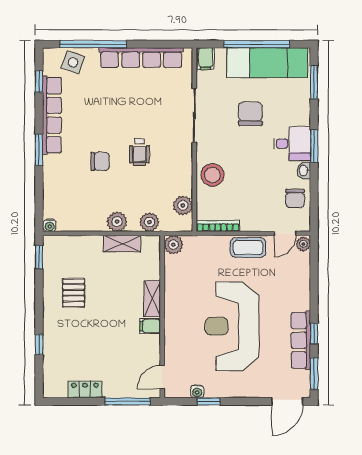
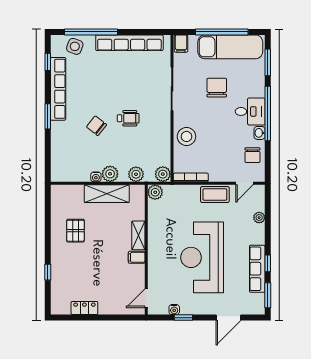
window: (314, 146) -> (268, 113), width x2.11
wheelchair: (139, 152) -> (128, 118), turned -90
chair: (100, 161) -> (96, 126), turned -142
plant: (183, 205) -> (163, 174), moved
water cooler: (50, 225) -> (96, 177), moved
shelving: (122, 244) -> (107, 194), width x1.50, depth x1.33
plant: (303, 244) -> (259, 218), moved
window: (39, 257) -> (48, 202), removed
window: (127, 401) -> (118, 318), removed
door: (287, 401) -> (229, 318), moved

